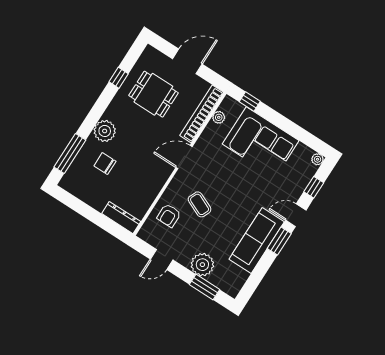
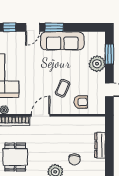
door: (184, 157) -> (41, 115), swing flipped
door: (296, 215) -> (33, 27), hinge flipped
dresser: (121, 218) -> (100, 145), moved

